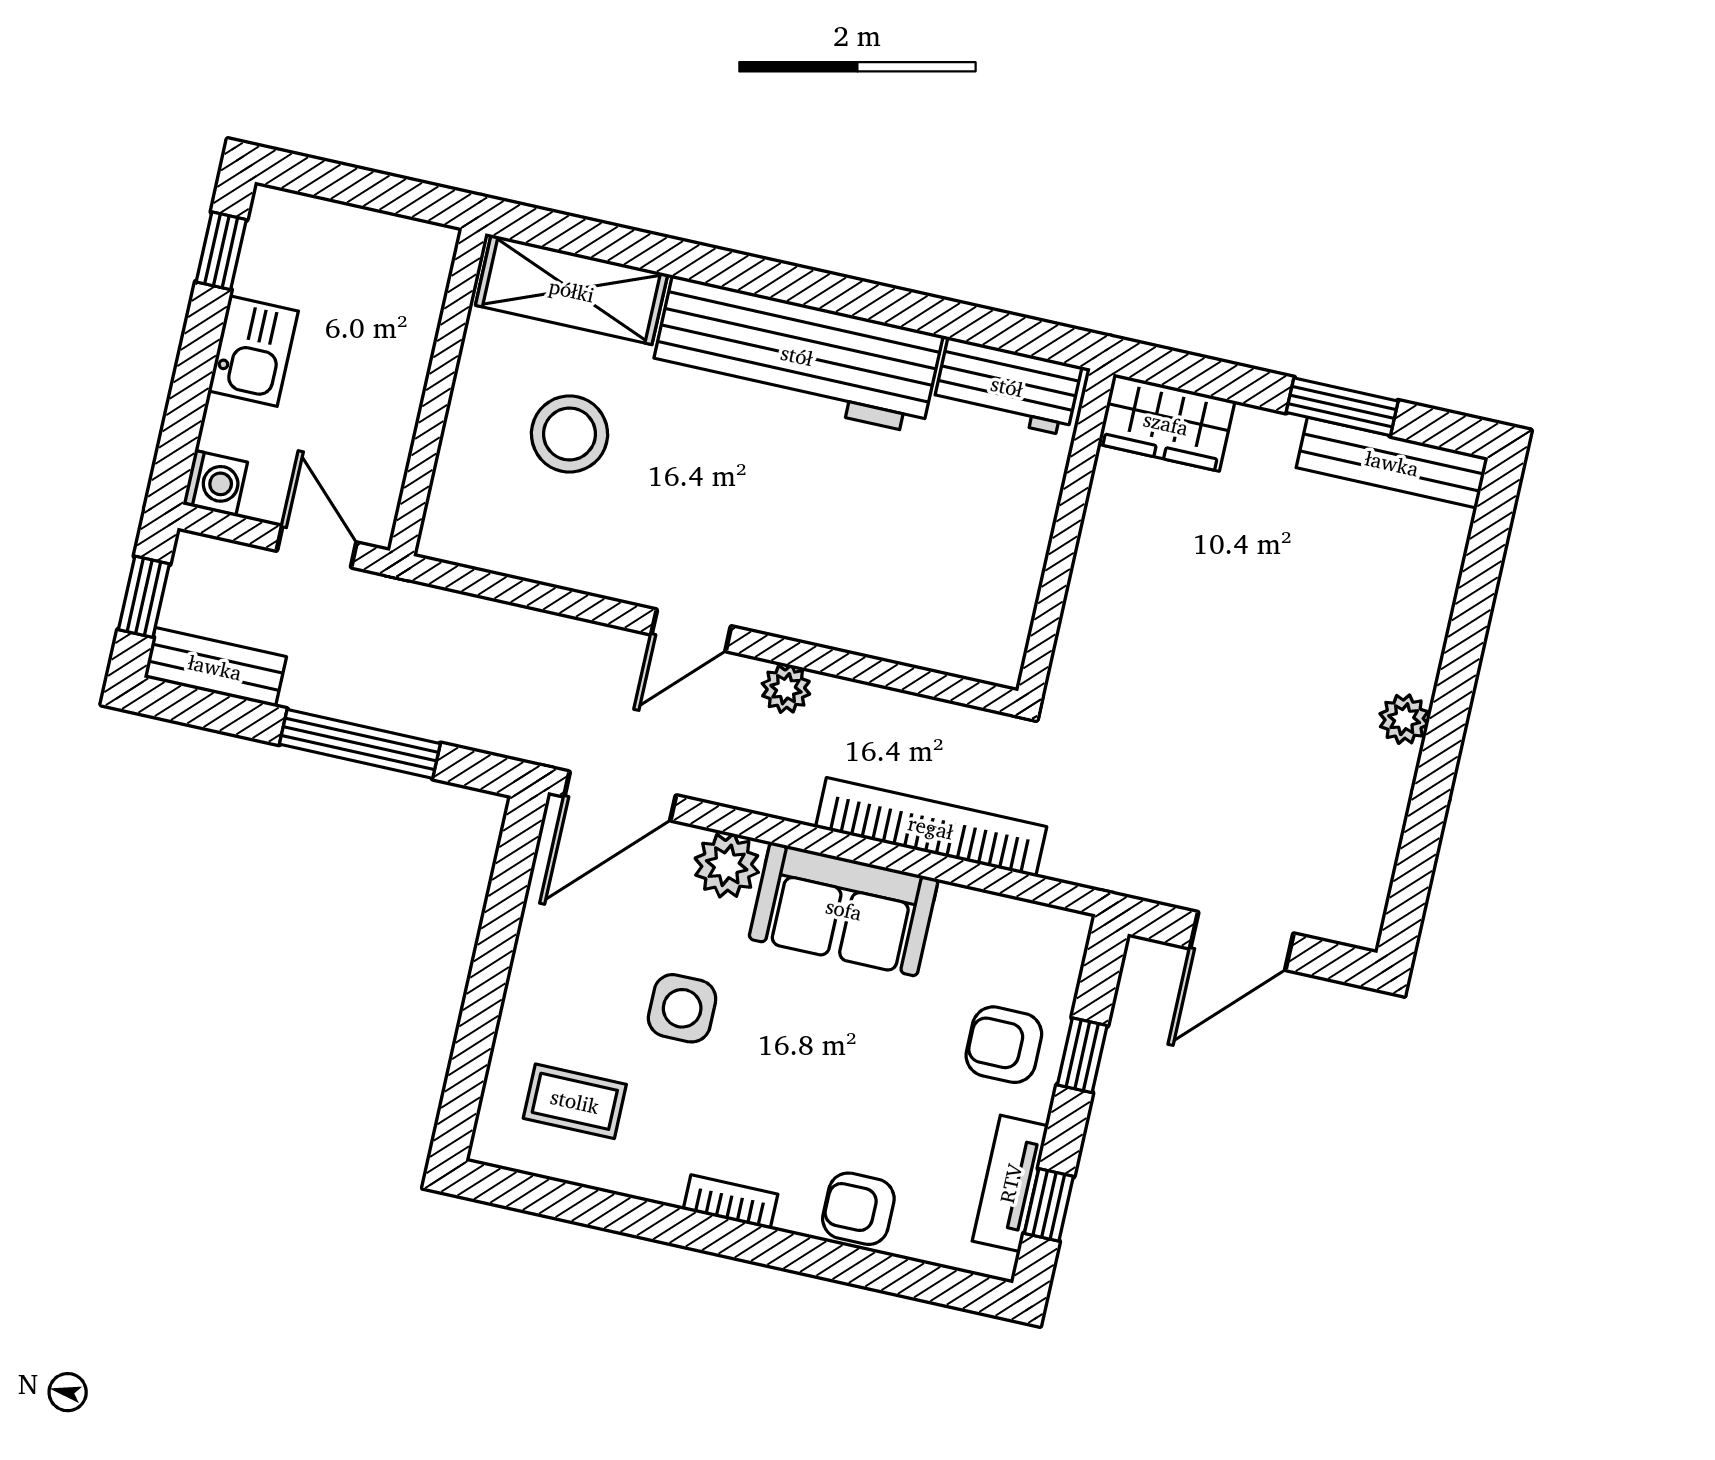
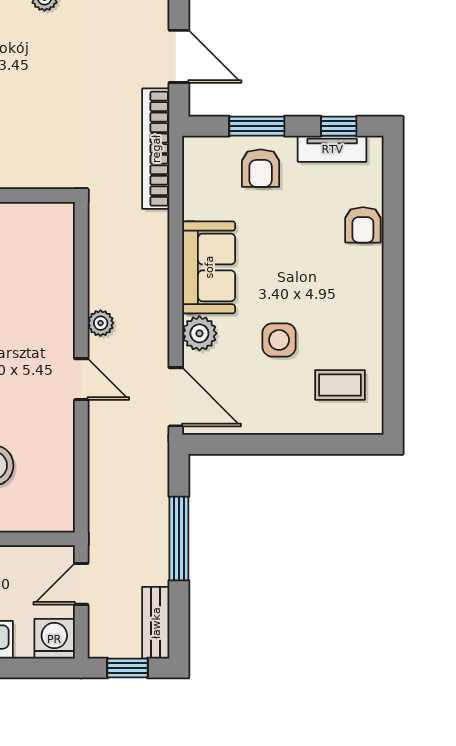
washing machine: (215, 483) -> (54, 639), width x1.38, depth x1.38
bookcase: (931, 827) -> (156, 149), moved
window: (1082, 1055) -> (257, 126), width x1.50
coffee table: (575, 1101) -> (340, 385), turned 90
bookcase: (731, 1202) -> (374, 292), removed

